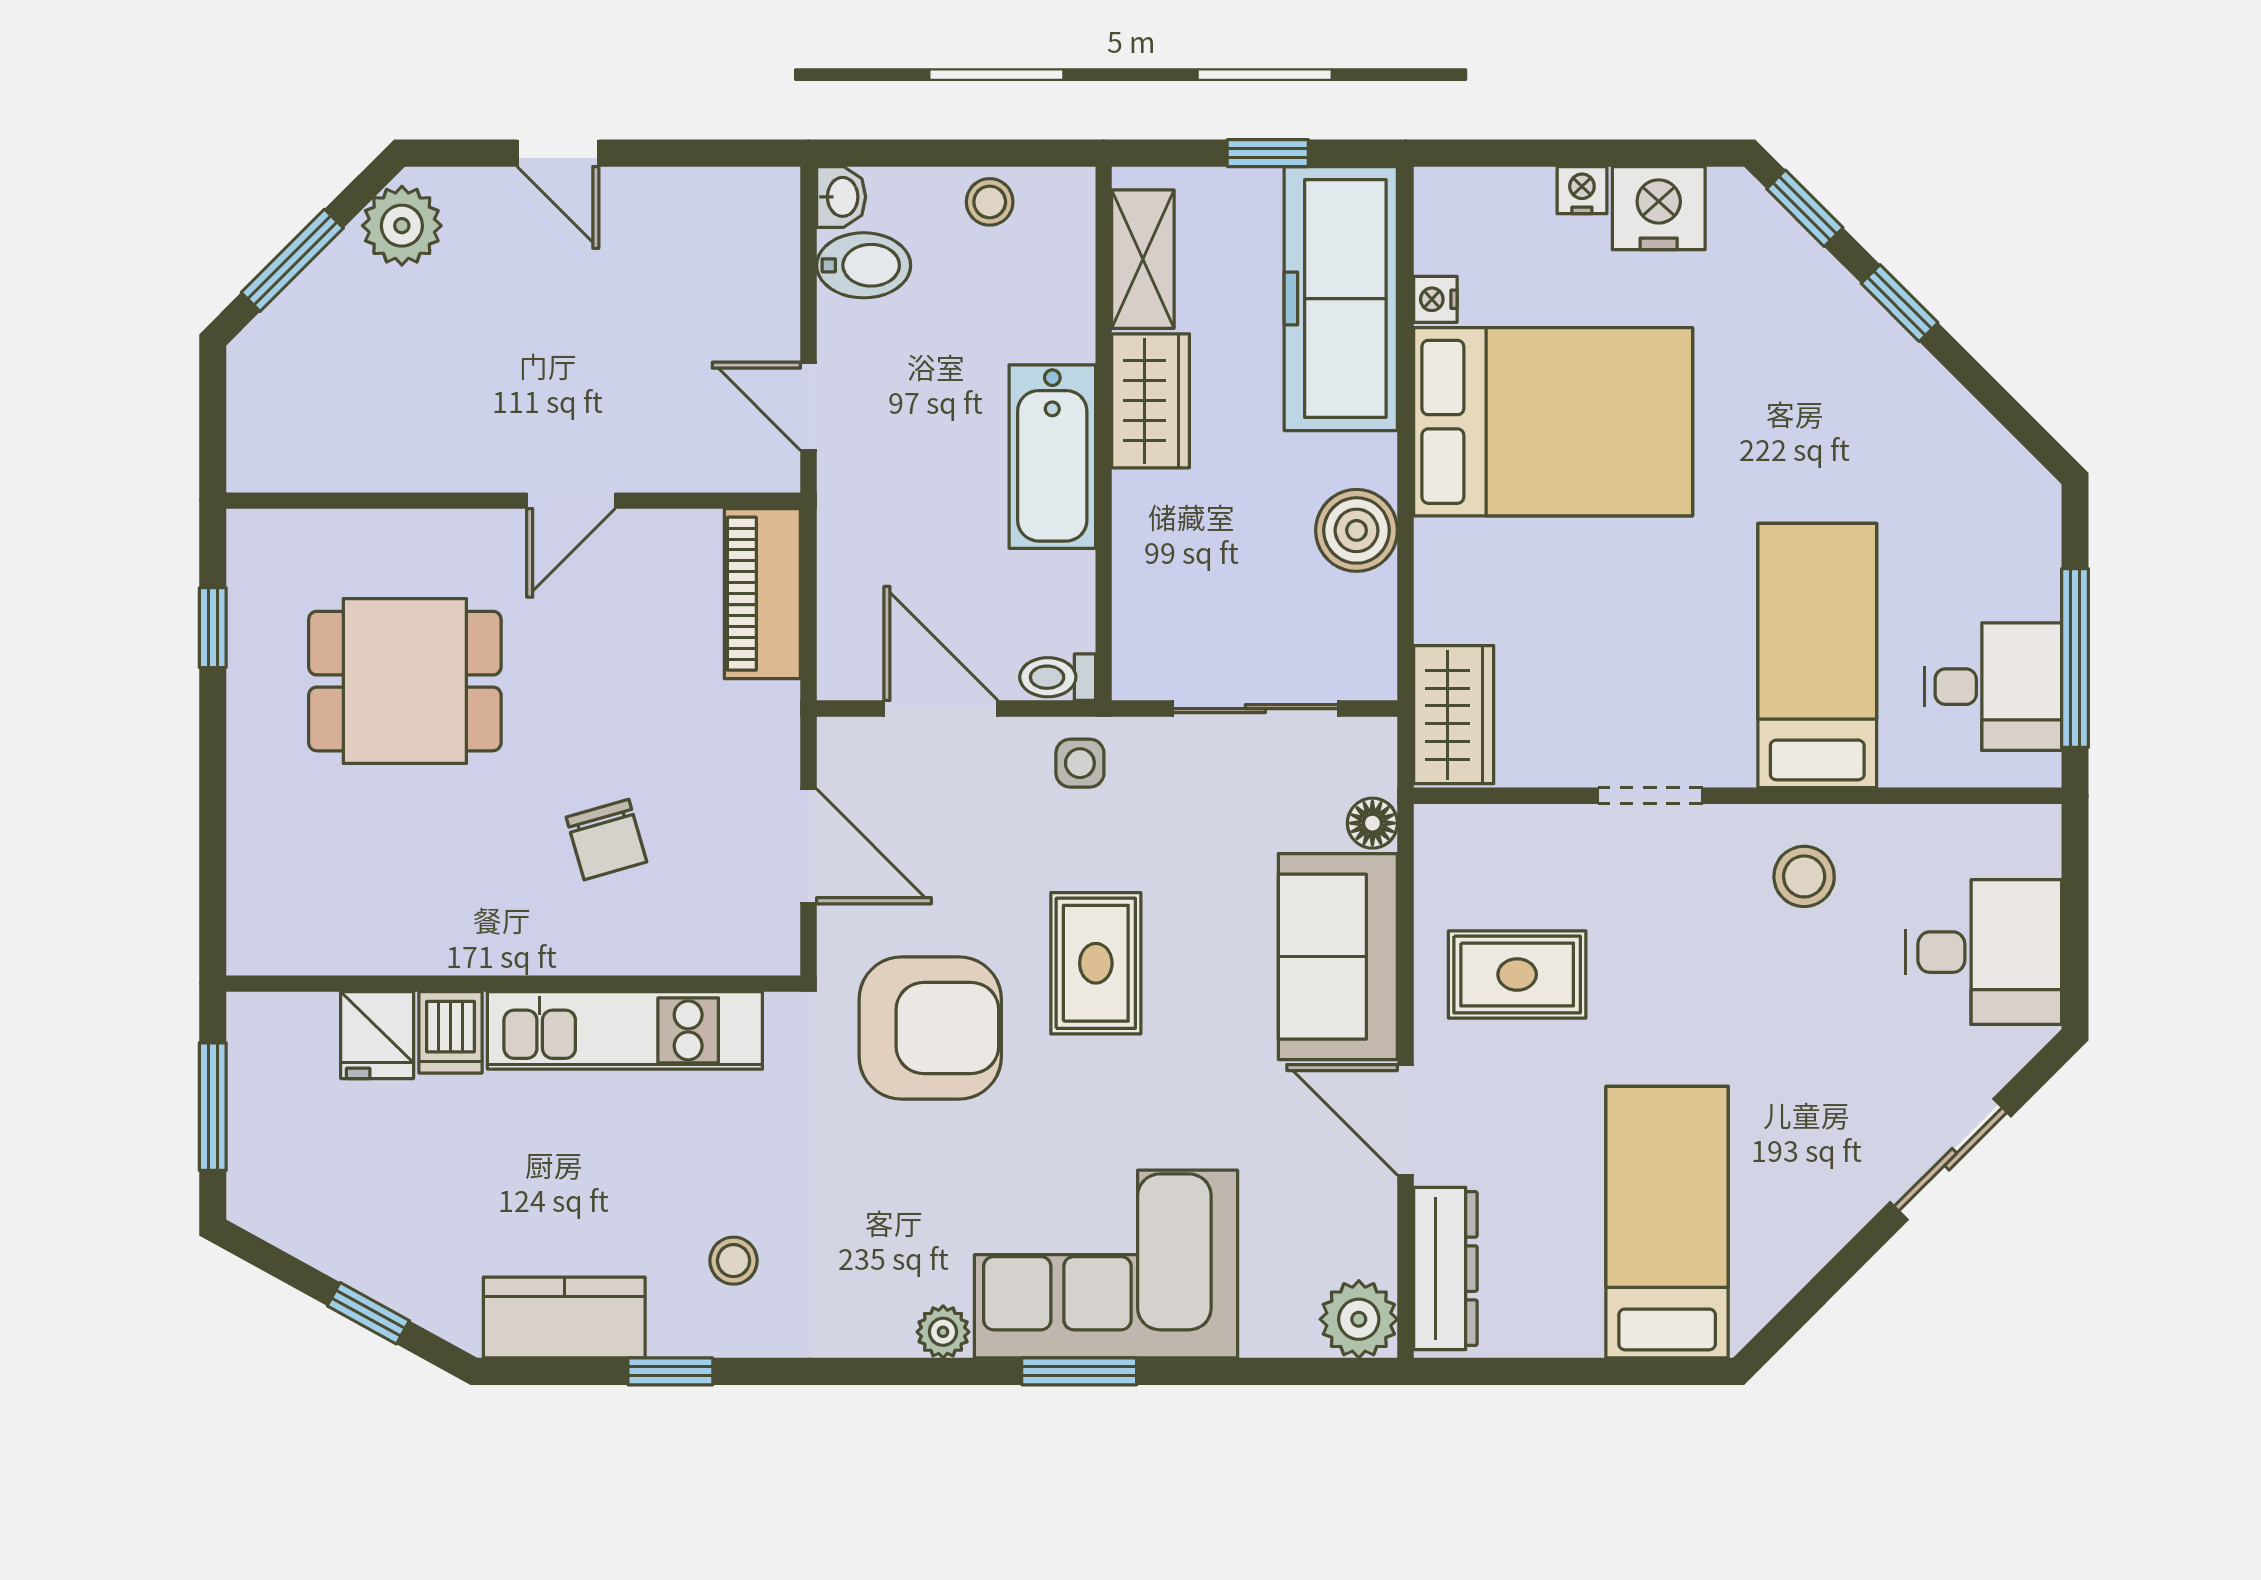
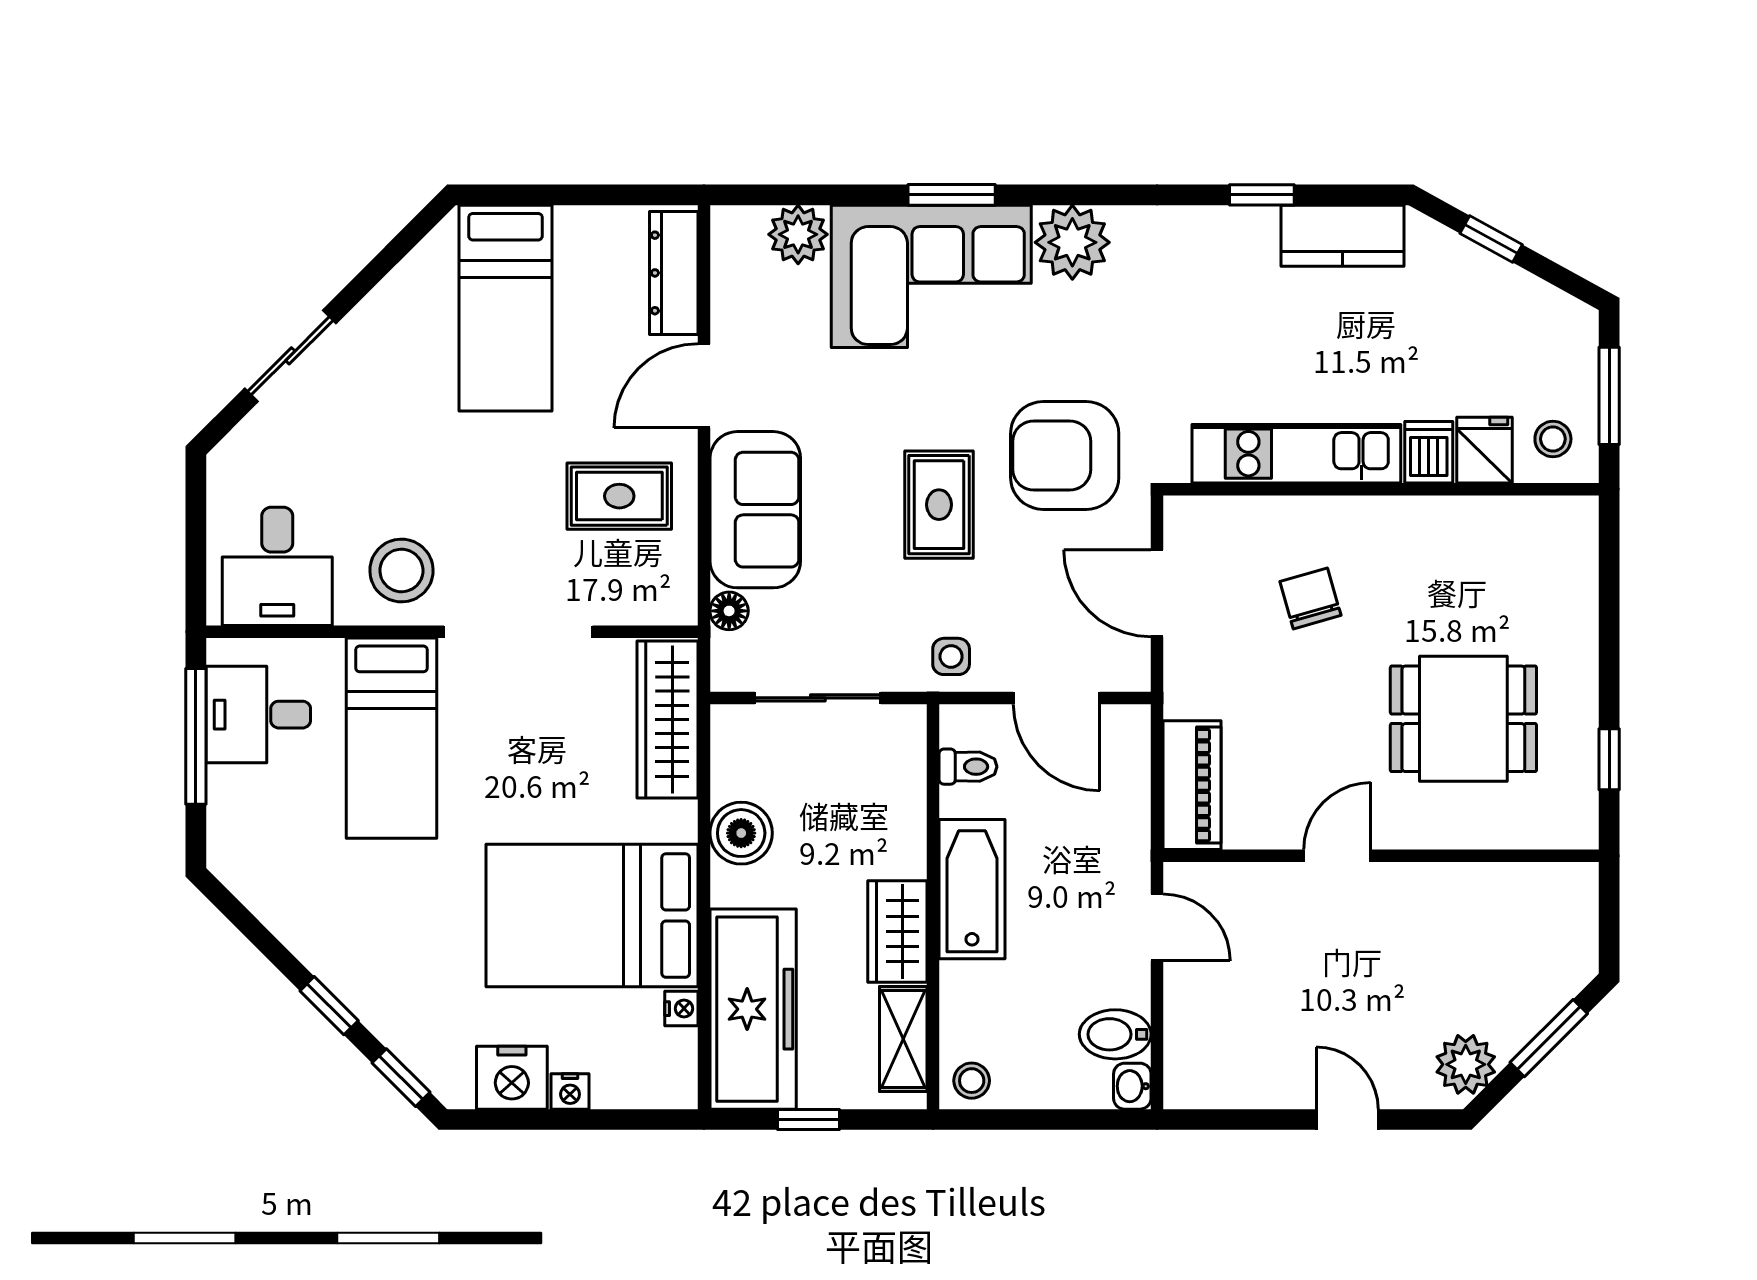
stool: (990, 202) -> (972, 1081), moved
toilet: (1058, 677) -> (968, 767), moved
wardrobe: (1454, 715) -> (667, 719), width x1.50
doorway: (1650, 796) -> (518, 632), width x1.88
stool: (1804, 876) -> (401, 570), width x1.38, depth x1.38
desk: (1984, 952) -> (277, 566), moved, turned -90
door: (1406, 1120) -> (704, 386), swing flipped
stool: (734, 1261) -> (1553, 439), moved
plant: (1359, 1319) -> (798, 234), moved
plant: (943, 1332) -> (1072, 242), width x1.87, depth x1.87

